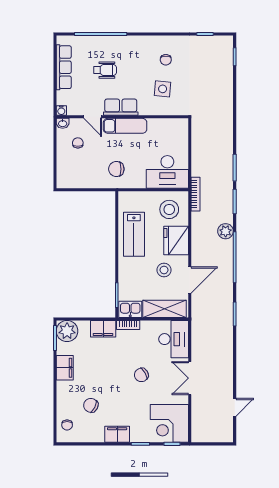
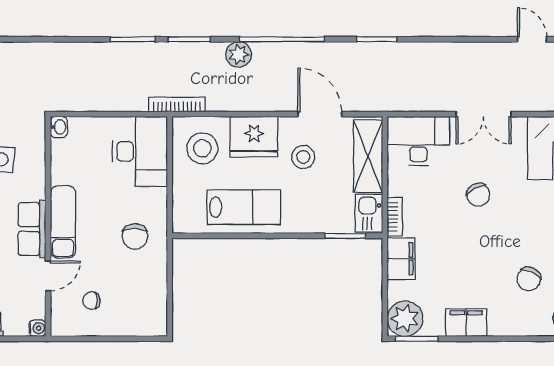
washbasin: (63, 123) -> (59, 127), moved

